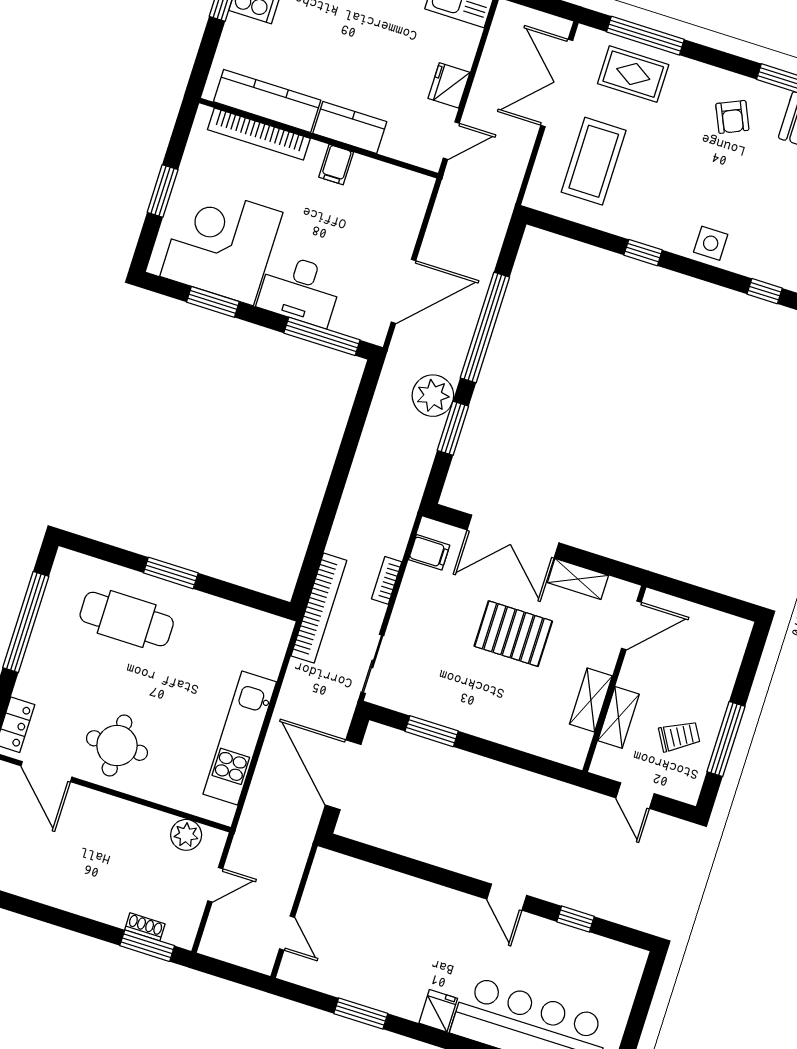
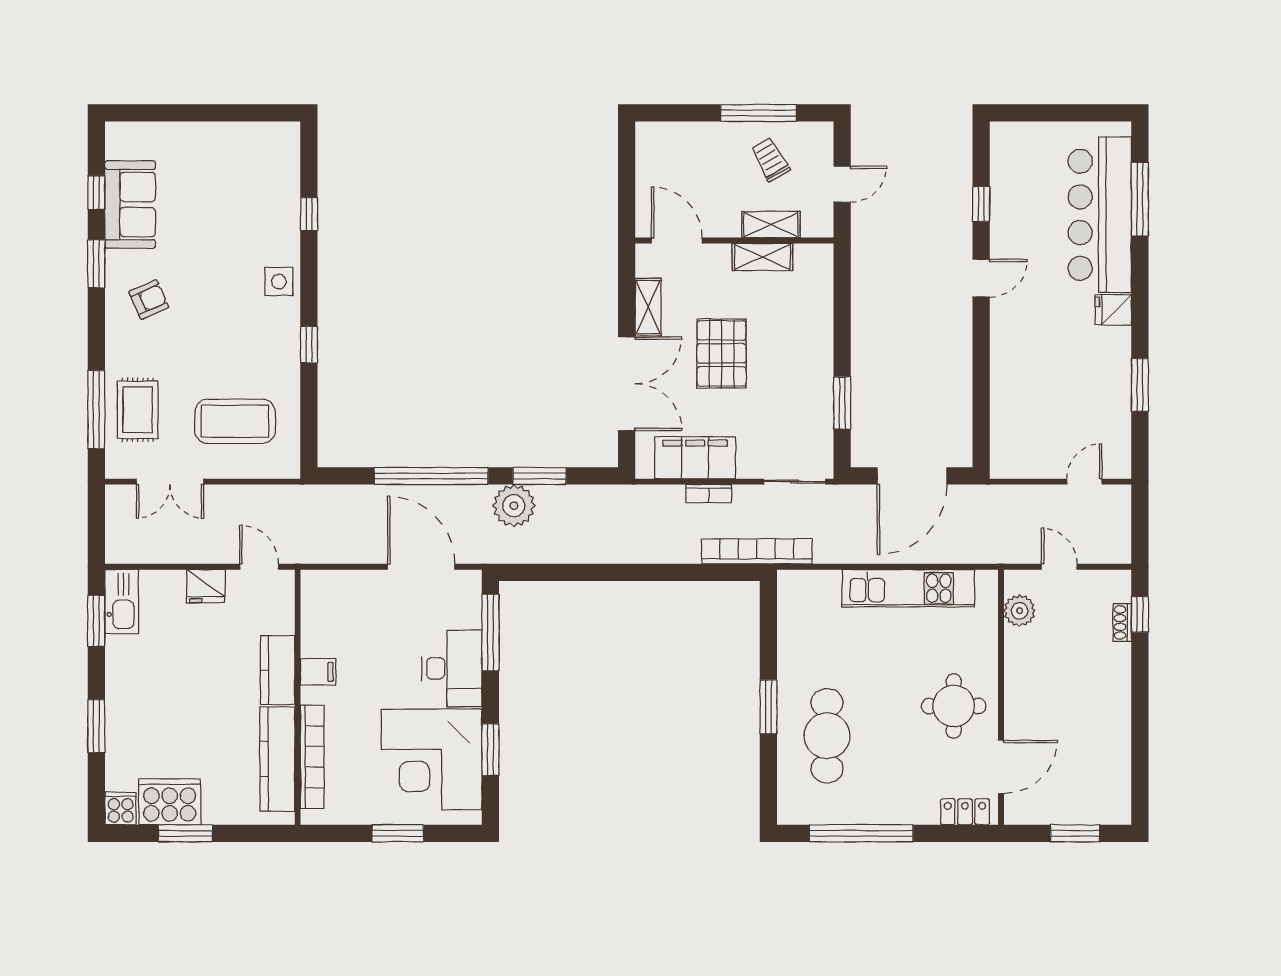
double door: (557, 83) -> (170, 482), width x0.73
filing cabinet: (429, 552) -> (695, 458), width x3.00, depth x1.17
window: (147, 946) -> (1140, 614), width x0.67

